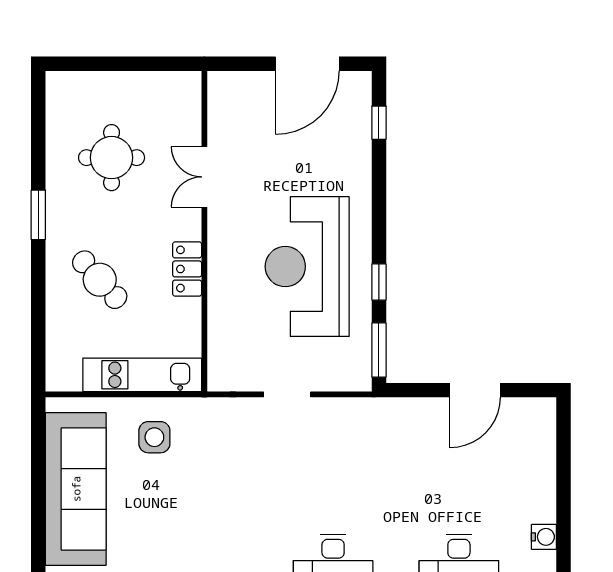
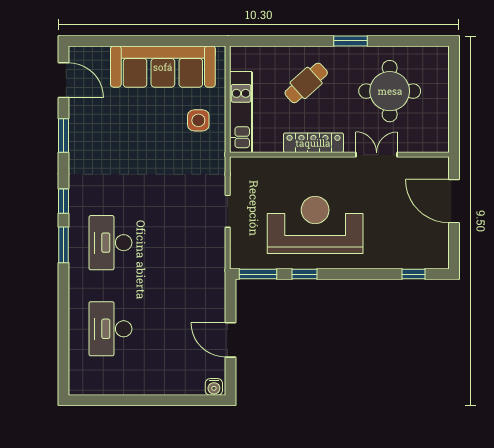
door: (307, 64) -> (454, 201), moved
round table: (112, 158) -> (390, 91), width x1.36, depth x1.36
locker: (187, 269) -> (313, 143), width x1.53
water cooler: (544, 537) -> (214, 387), moved

